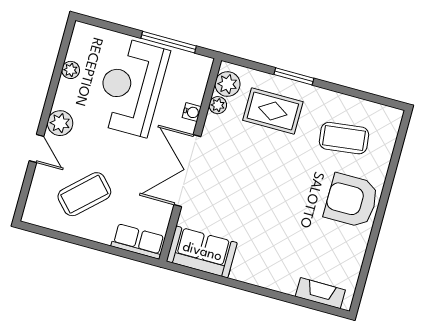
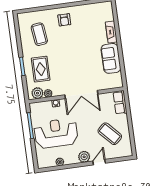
reception desk: (131, 87) -> (56, 133), turned 180
armchair: (351, 200) -> (64, 20), width x0.53, depth x0.53
sofa: (202, 252) -> (111, 58), moved
fireplace: (320, 293) -> (111, 32), moved

